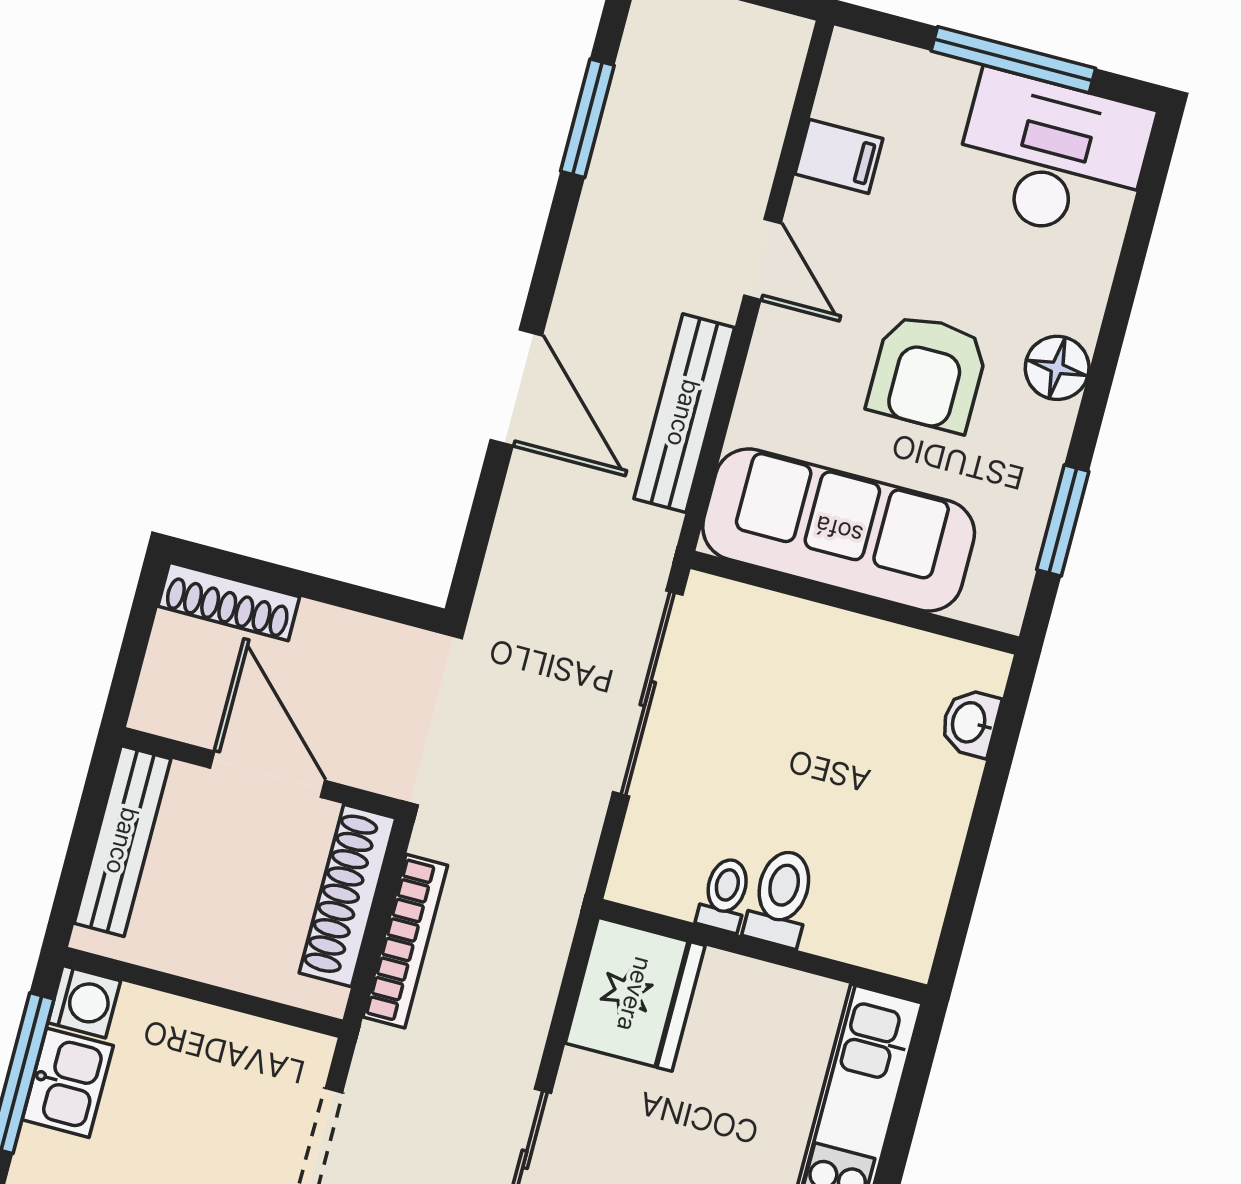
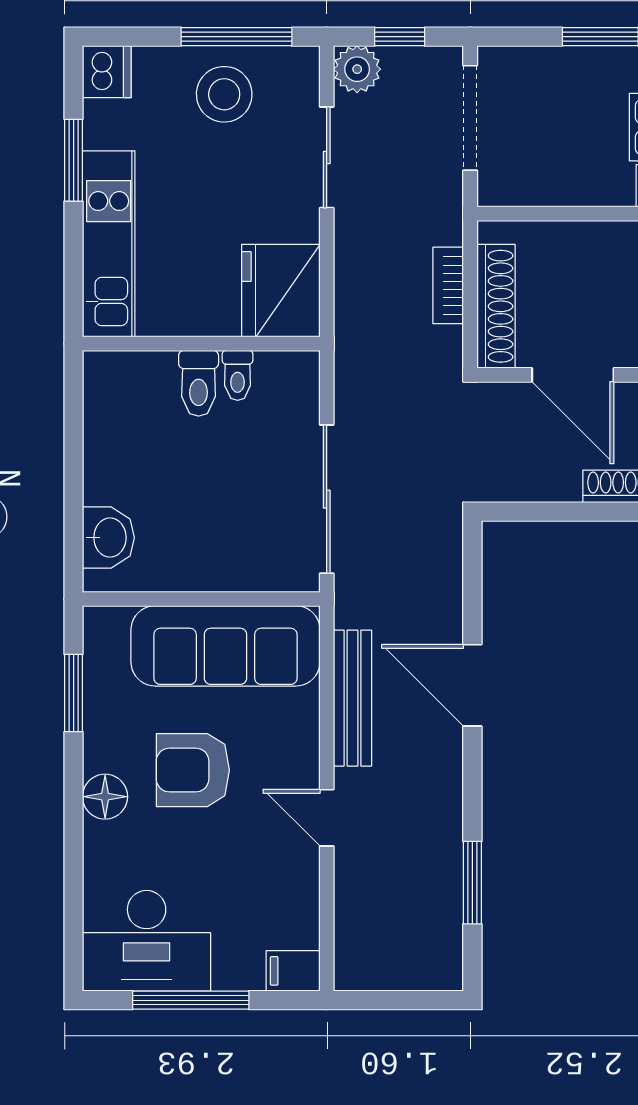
filing cabinet: (839, 156) -> (293, 971), moved
armchair: (928, 373) -> (193, 770), turned -90
washbasin: (970, 723) -> (108, 538), width x1.38, depth x1.45
bookcase: (405, 941) -> (448, 285), width x0.64

